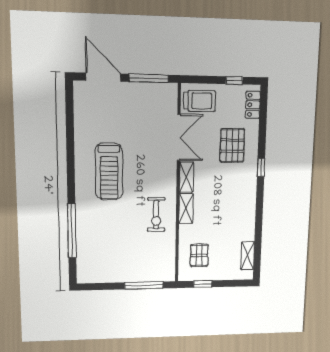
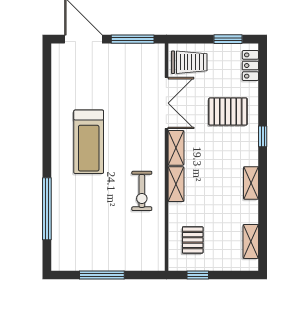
window: (234, 80) -> (228, 39), width x1.50
pallet: (232, 146) -> (228, 111), turned 90
shelving: (250, 207) -> (251, 183), added
window: (144, 285) -> (102, 275), moved

